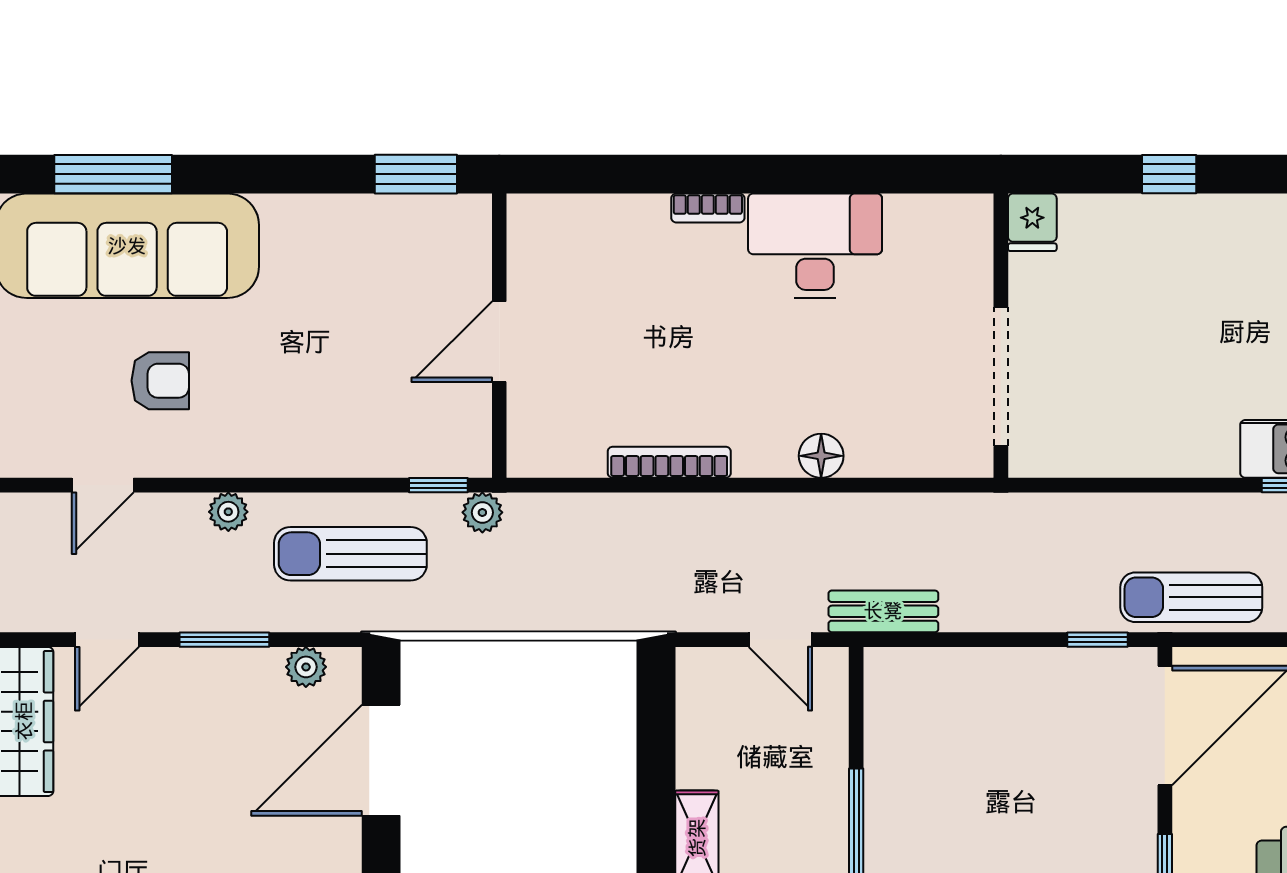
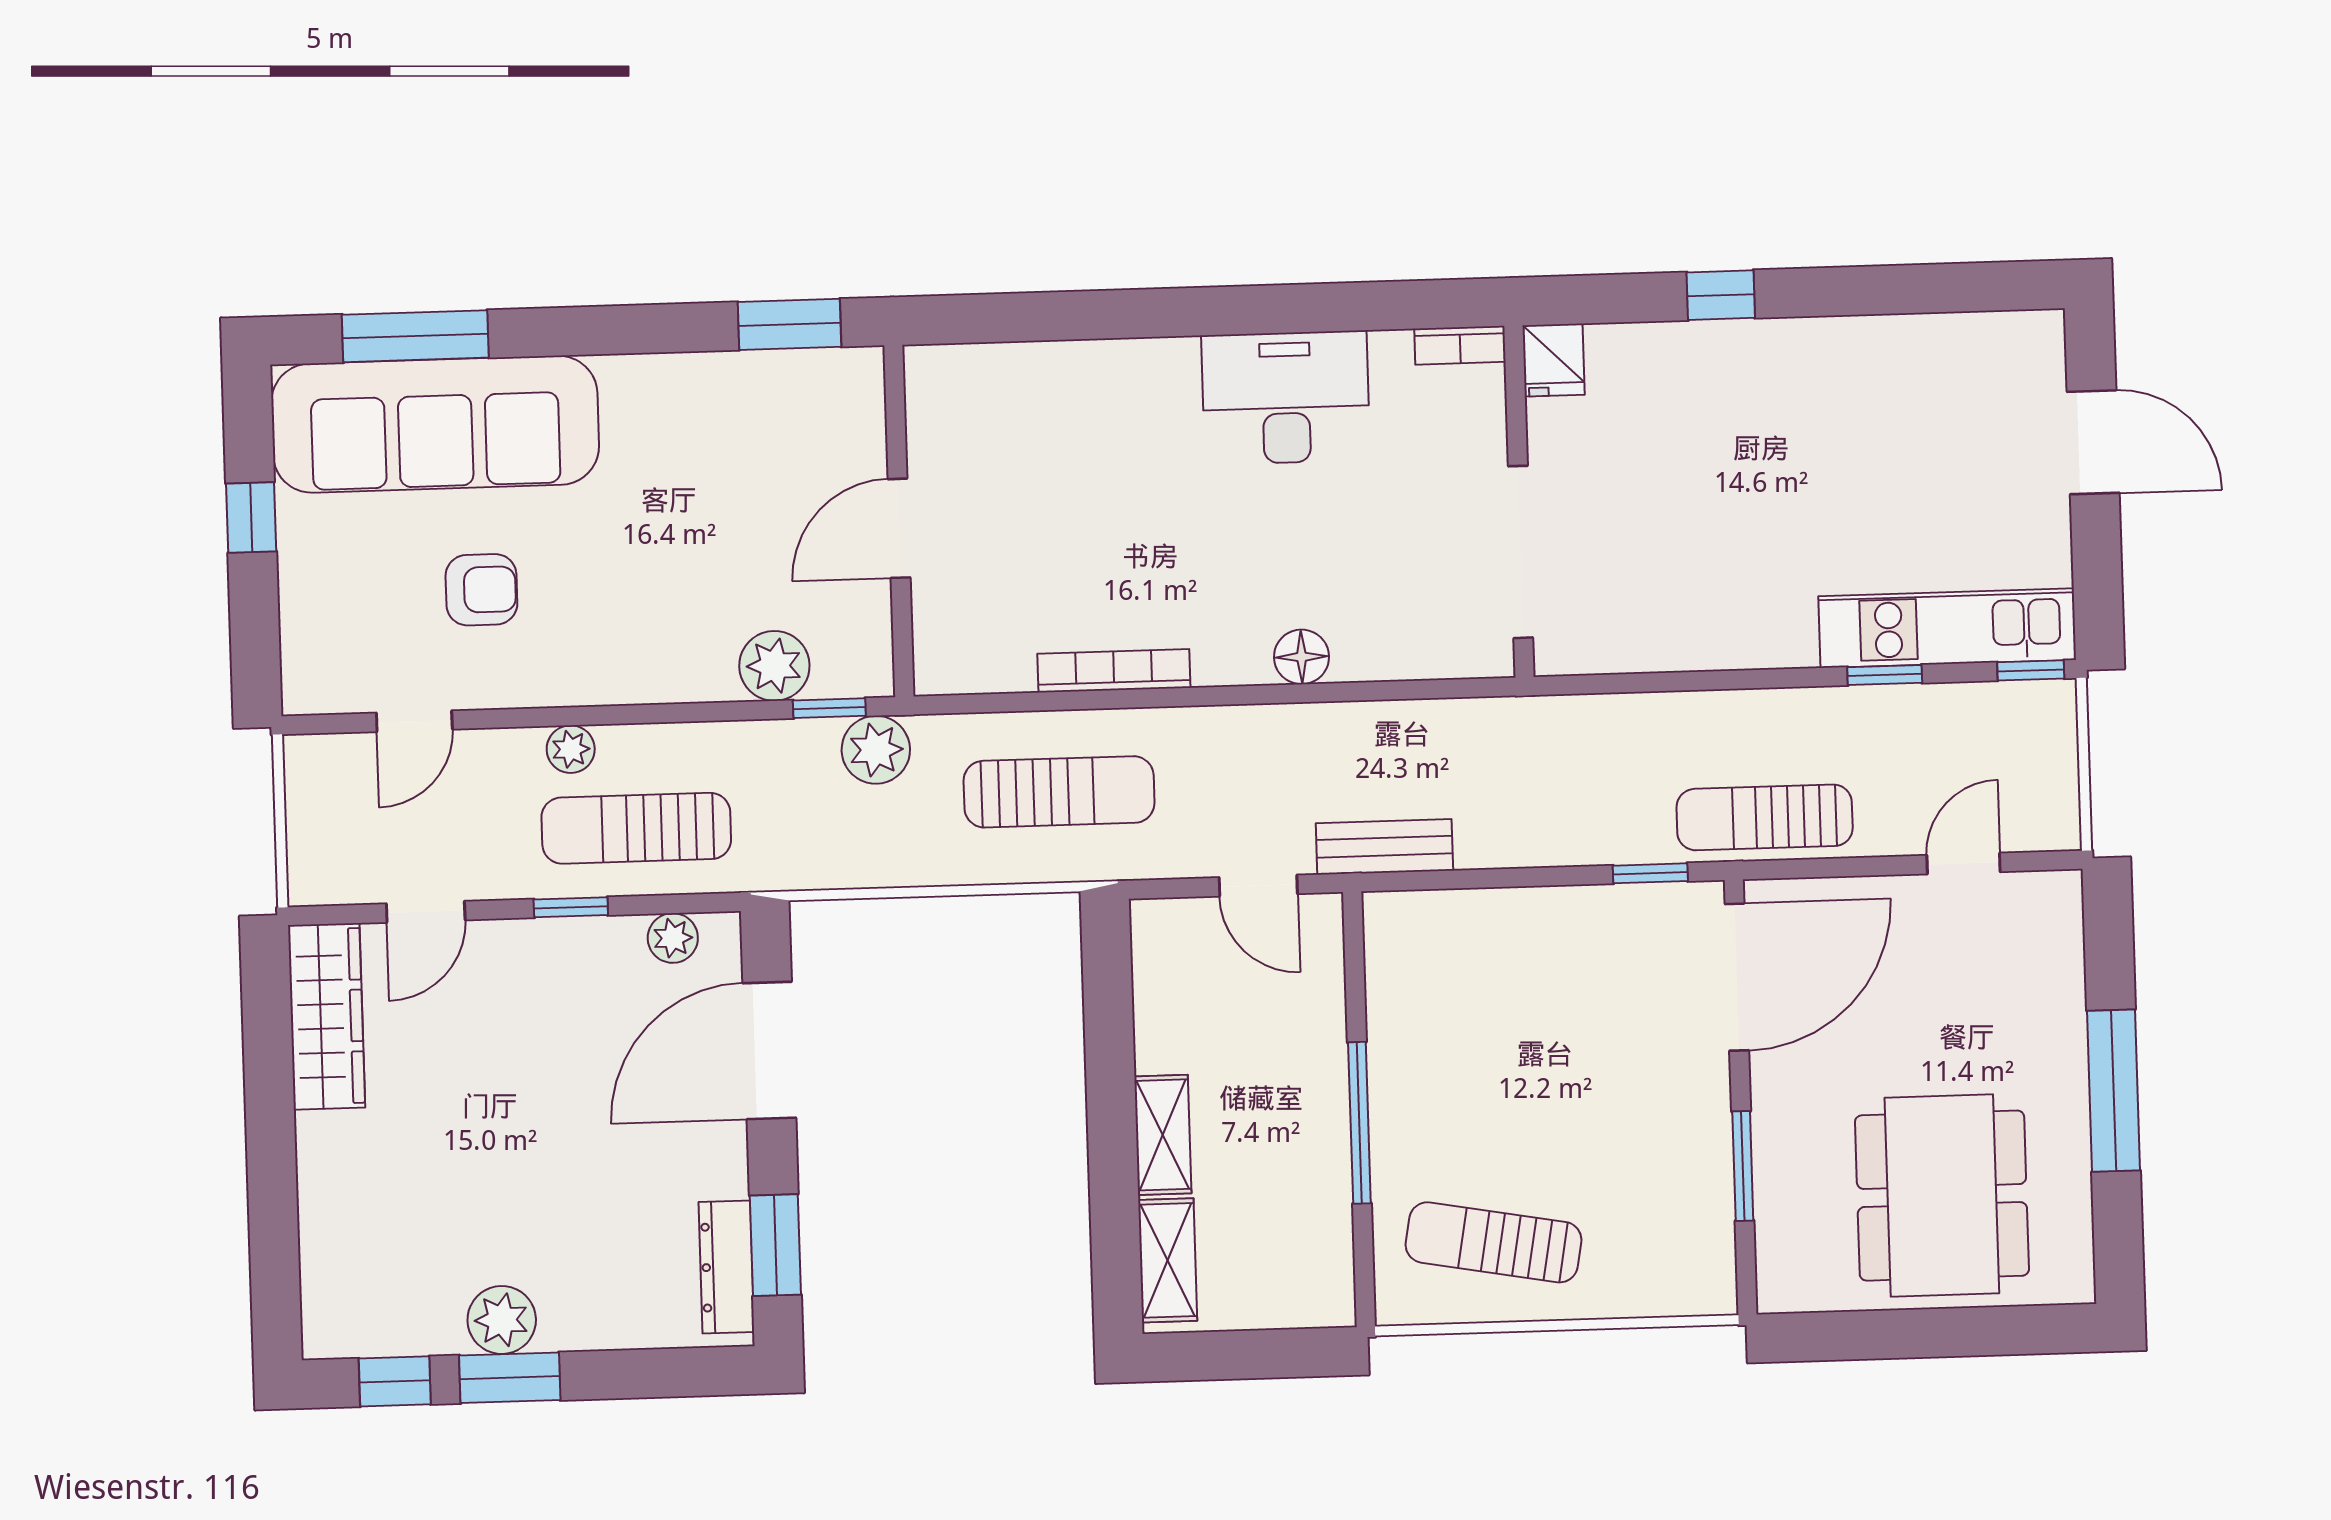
bookcase: (708, 208) -> (1460, 345), moved
plant: (395, 450) -> (774, 666), added
plant: (482, 512) -> (876, 750), width x1.38, depth x1.38
sun lounger: (350, 554) -> (636, 828), moved
sun lounger: (622, 559) -> (1059, 792), added
window: (224, 640) -> (571, 907), width x0.67

